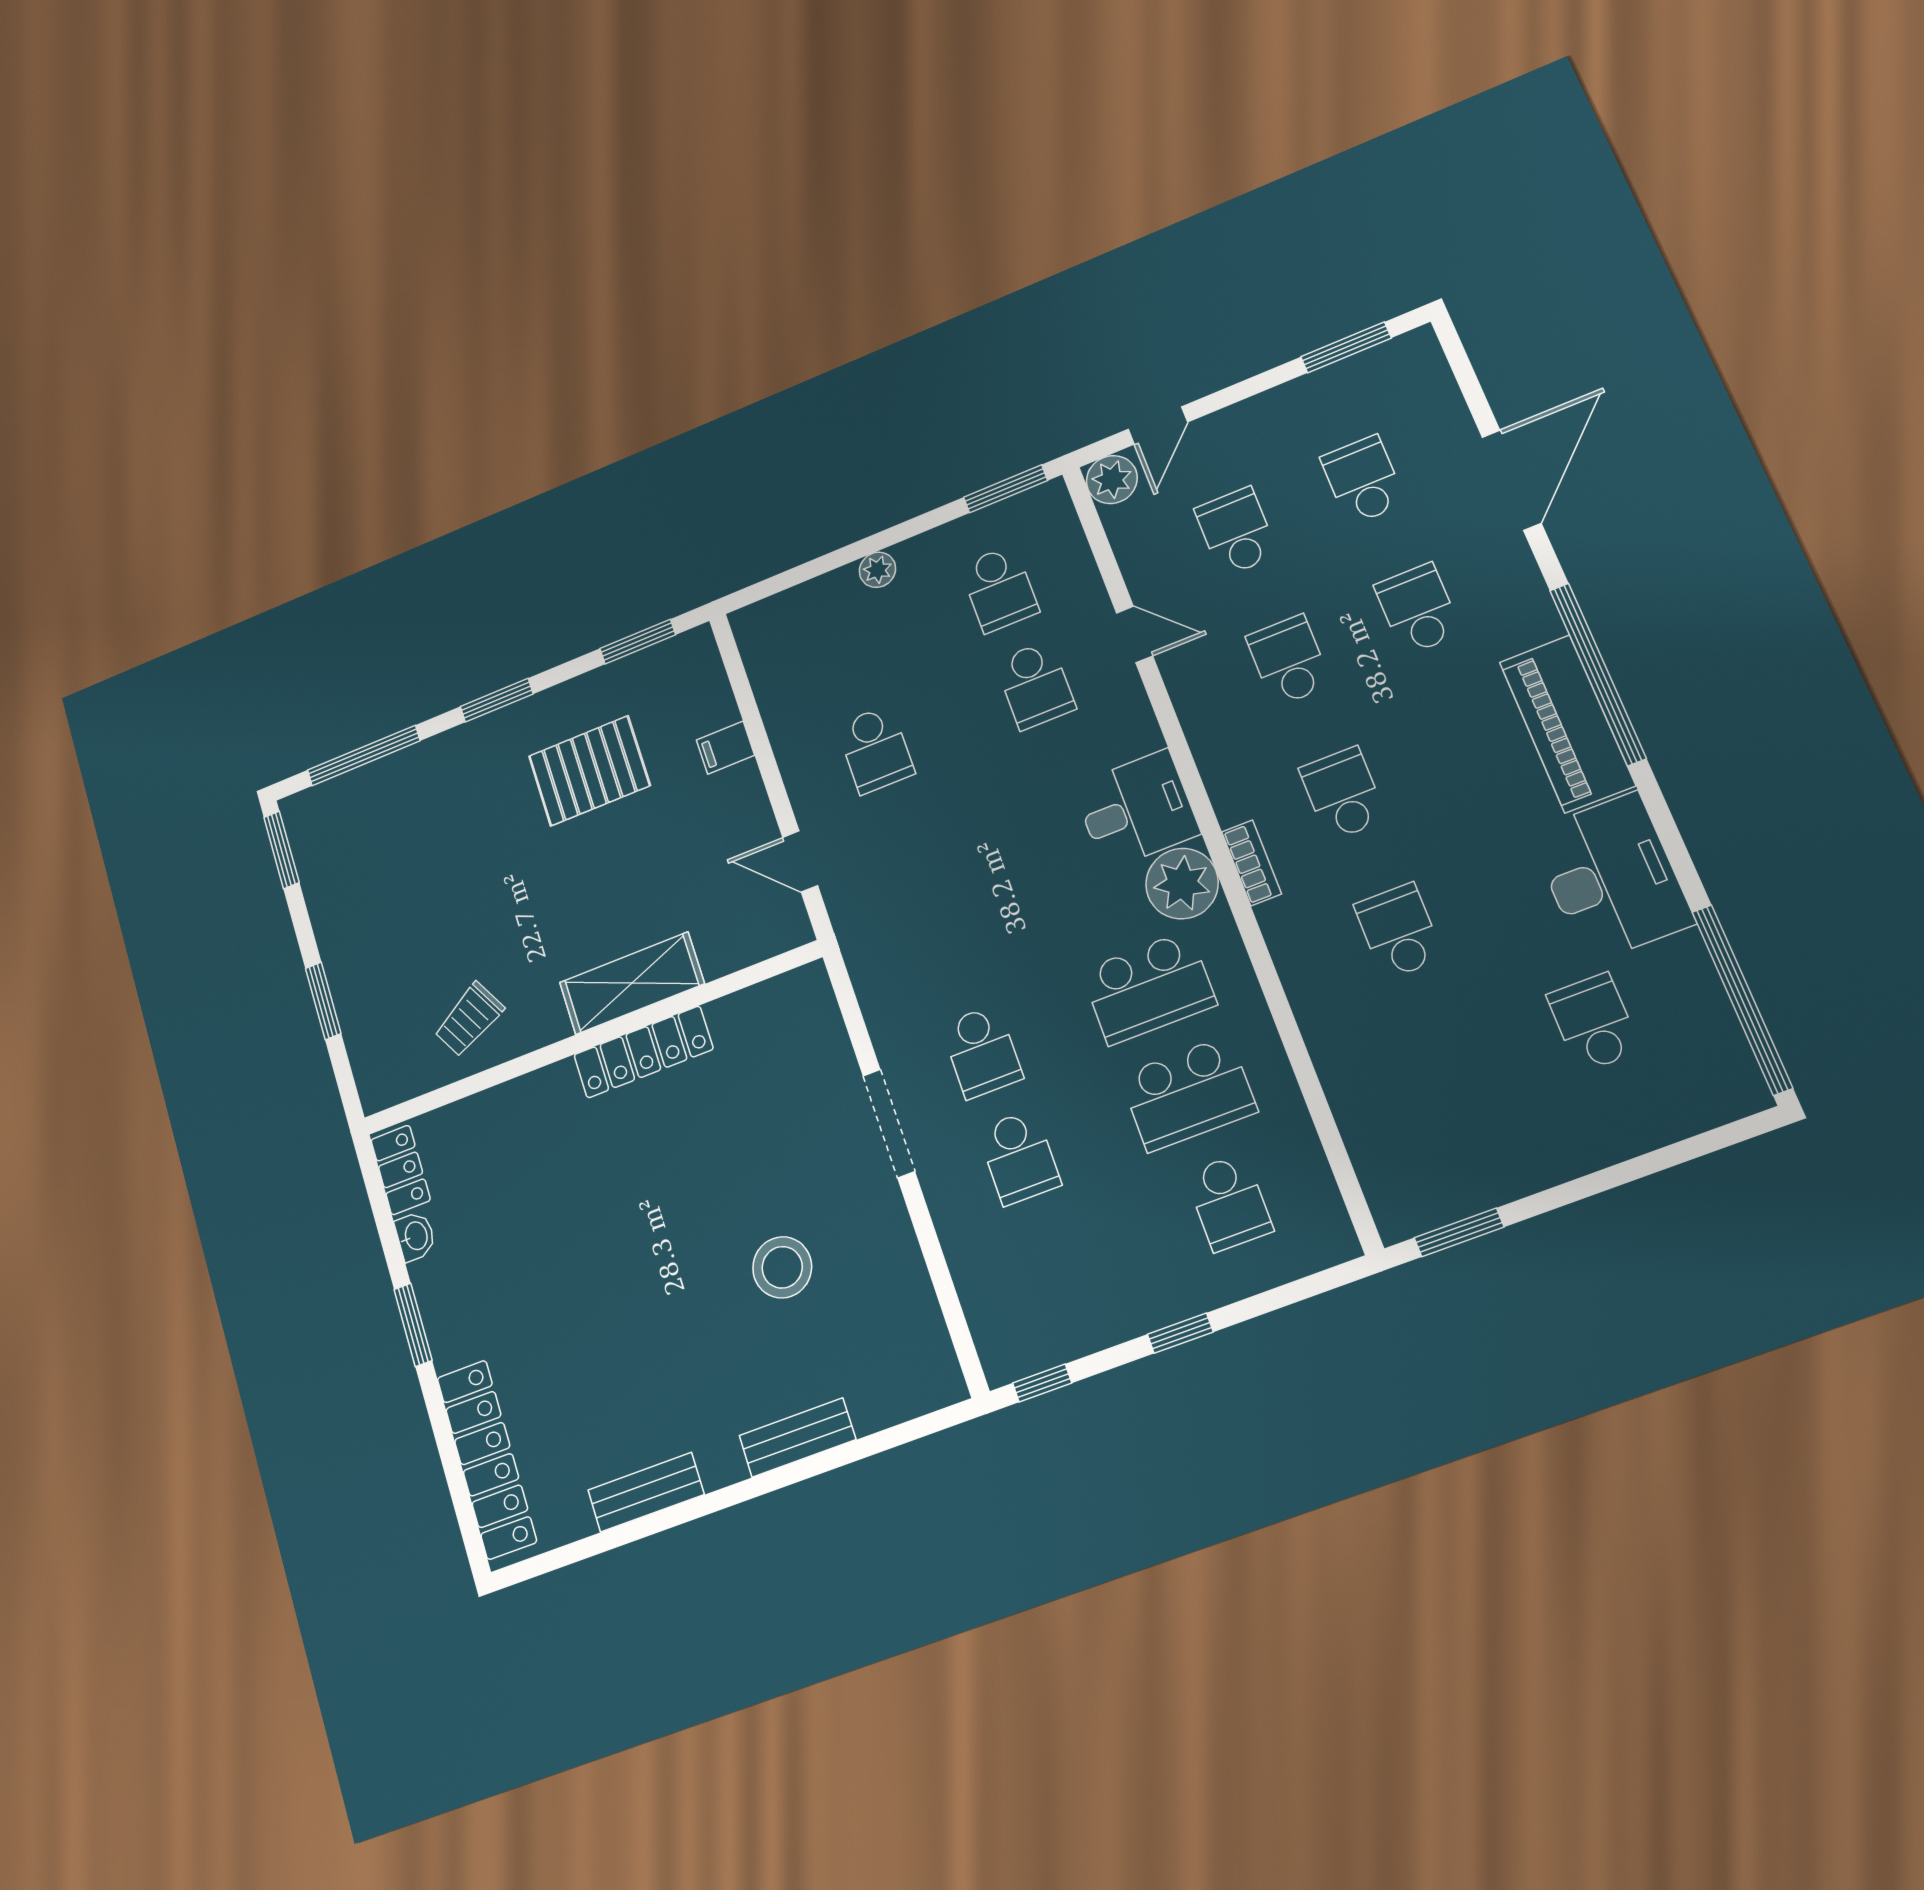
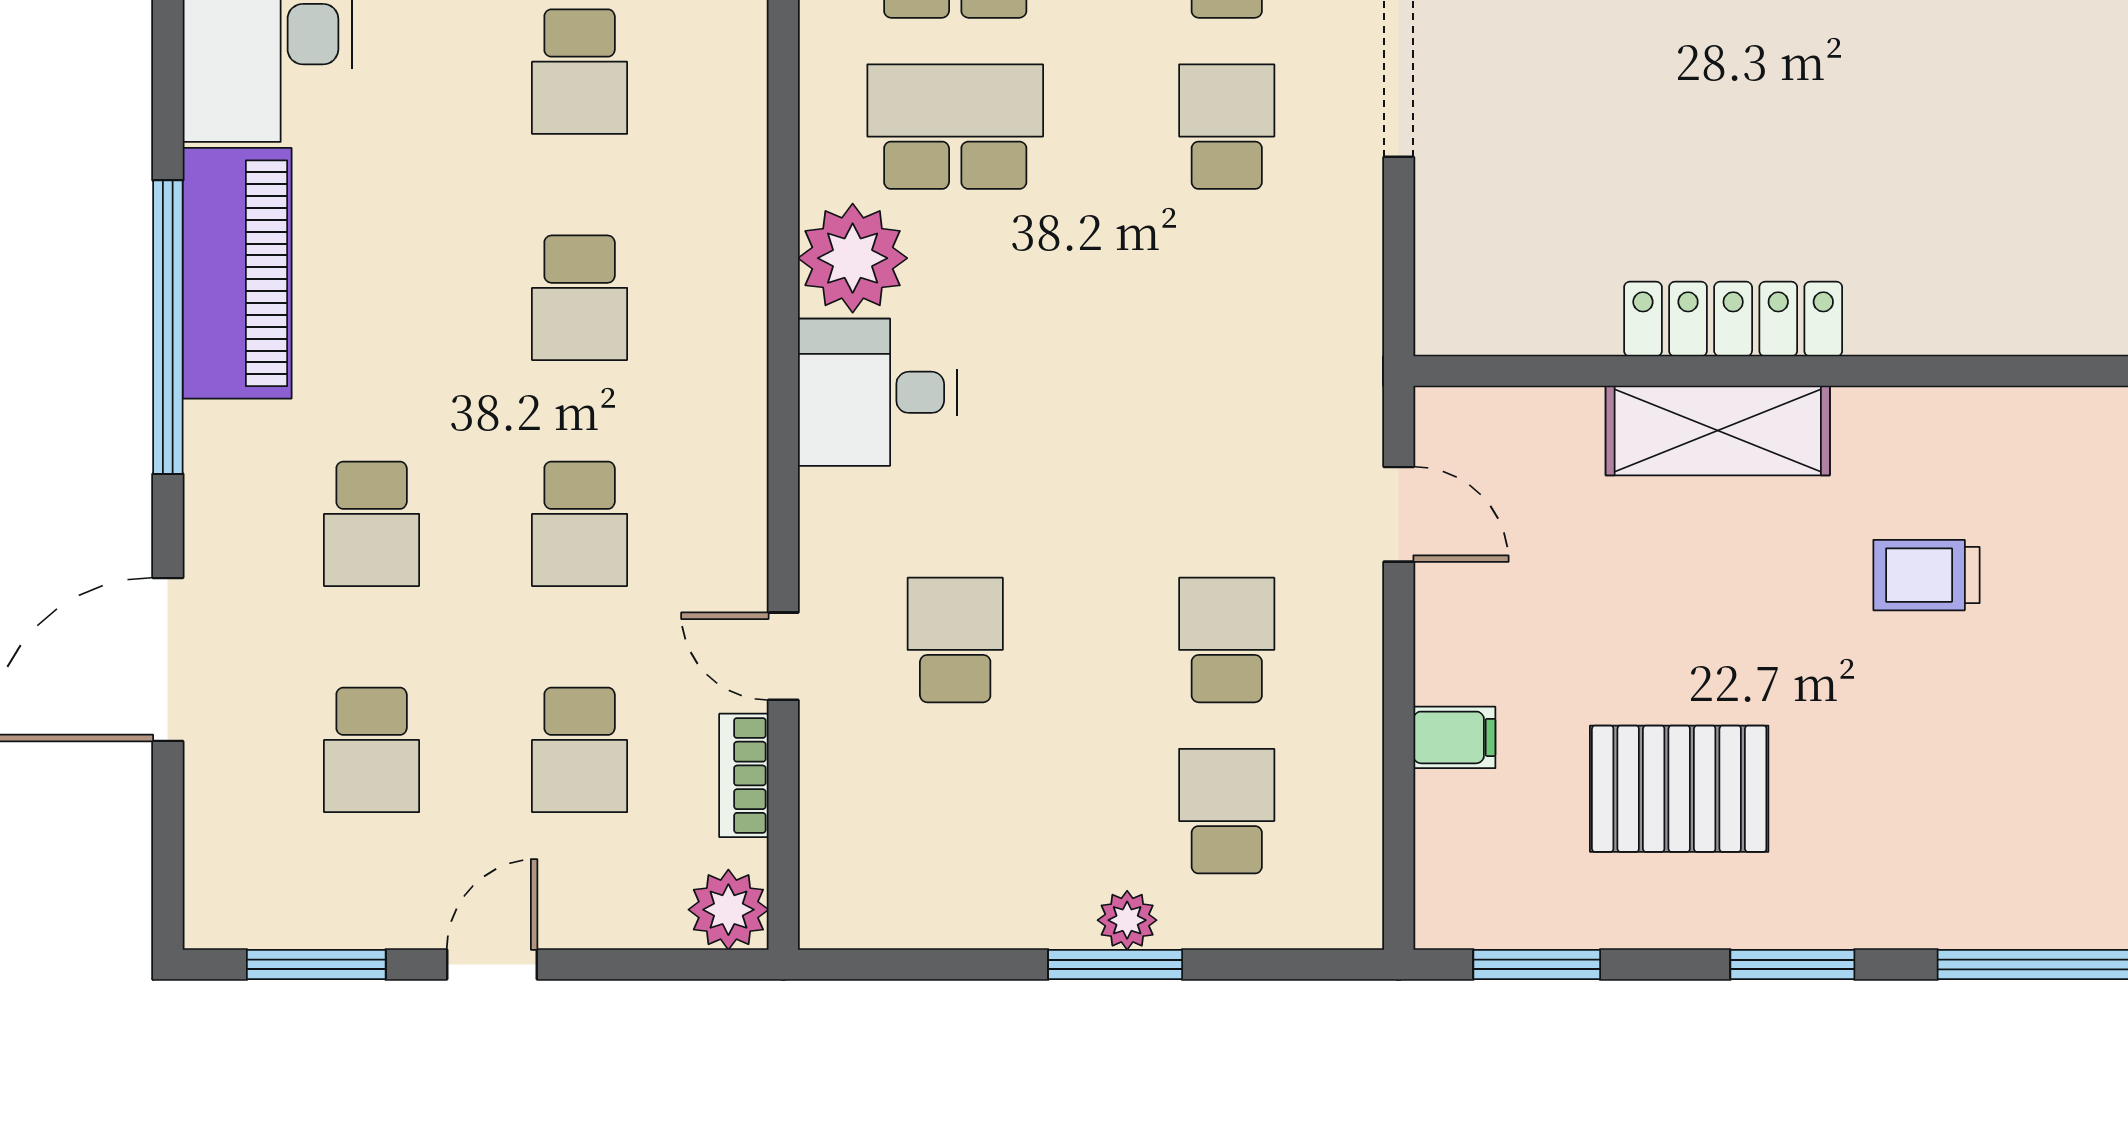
door: (1158, 426) -> (492, 964), moved
window: (1006, 489) -> (1115, 964), moved
school desk: (999, 589) -> (1227, 811), moved
bookcase: (1252, 863) -> (744, 775), moved
trolley: (469, 1019) -> (1927, 575), moved, turned -151

